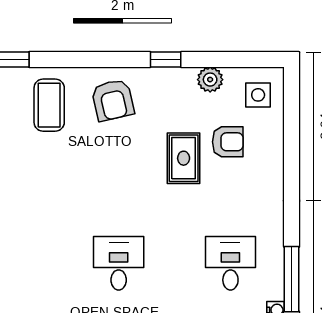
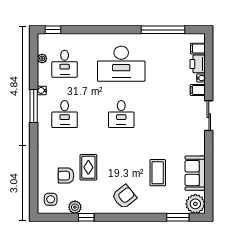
window: (166, 60) -> (86, 217), moved
armchair: (113, 100) -> (124, 197), turned 64
coffee table: (49, 105) -> (158, 173), moved

